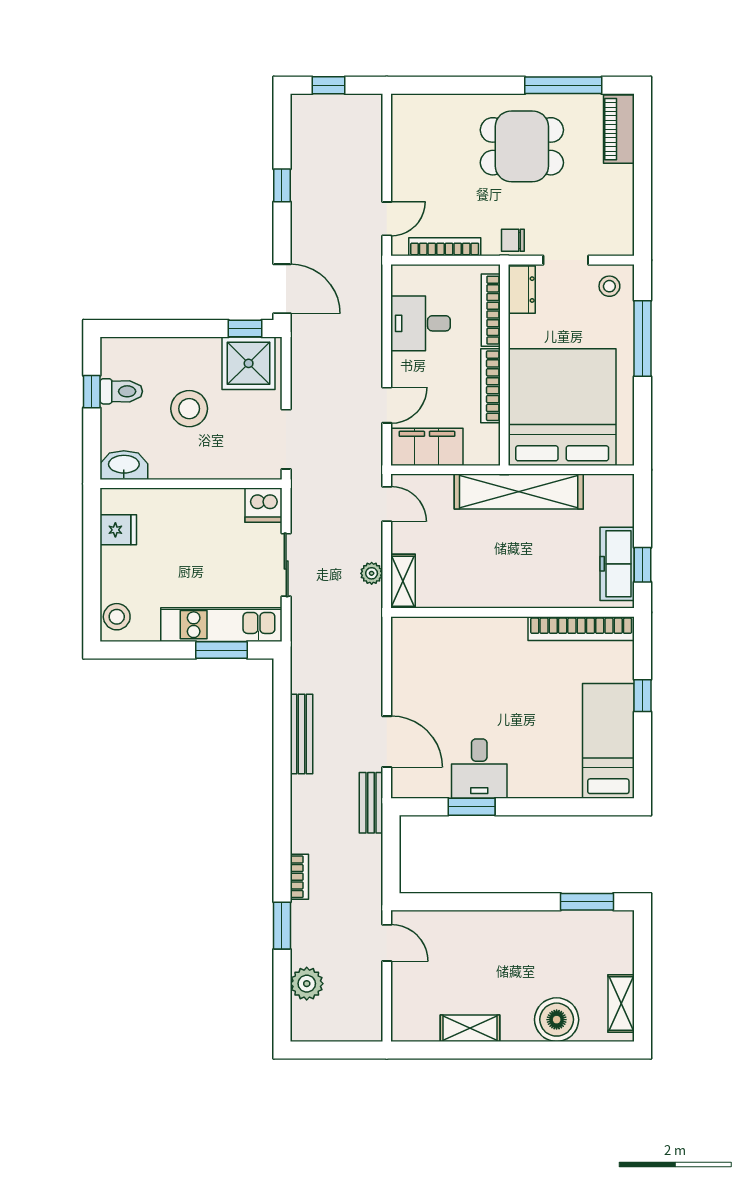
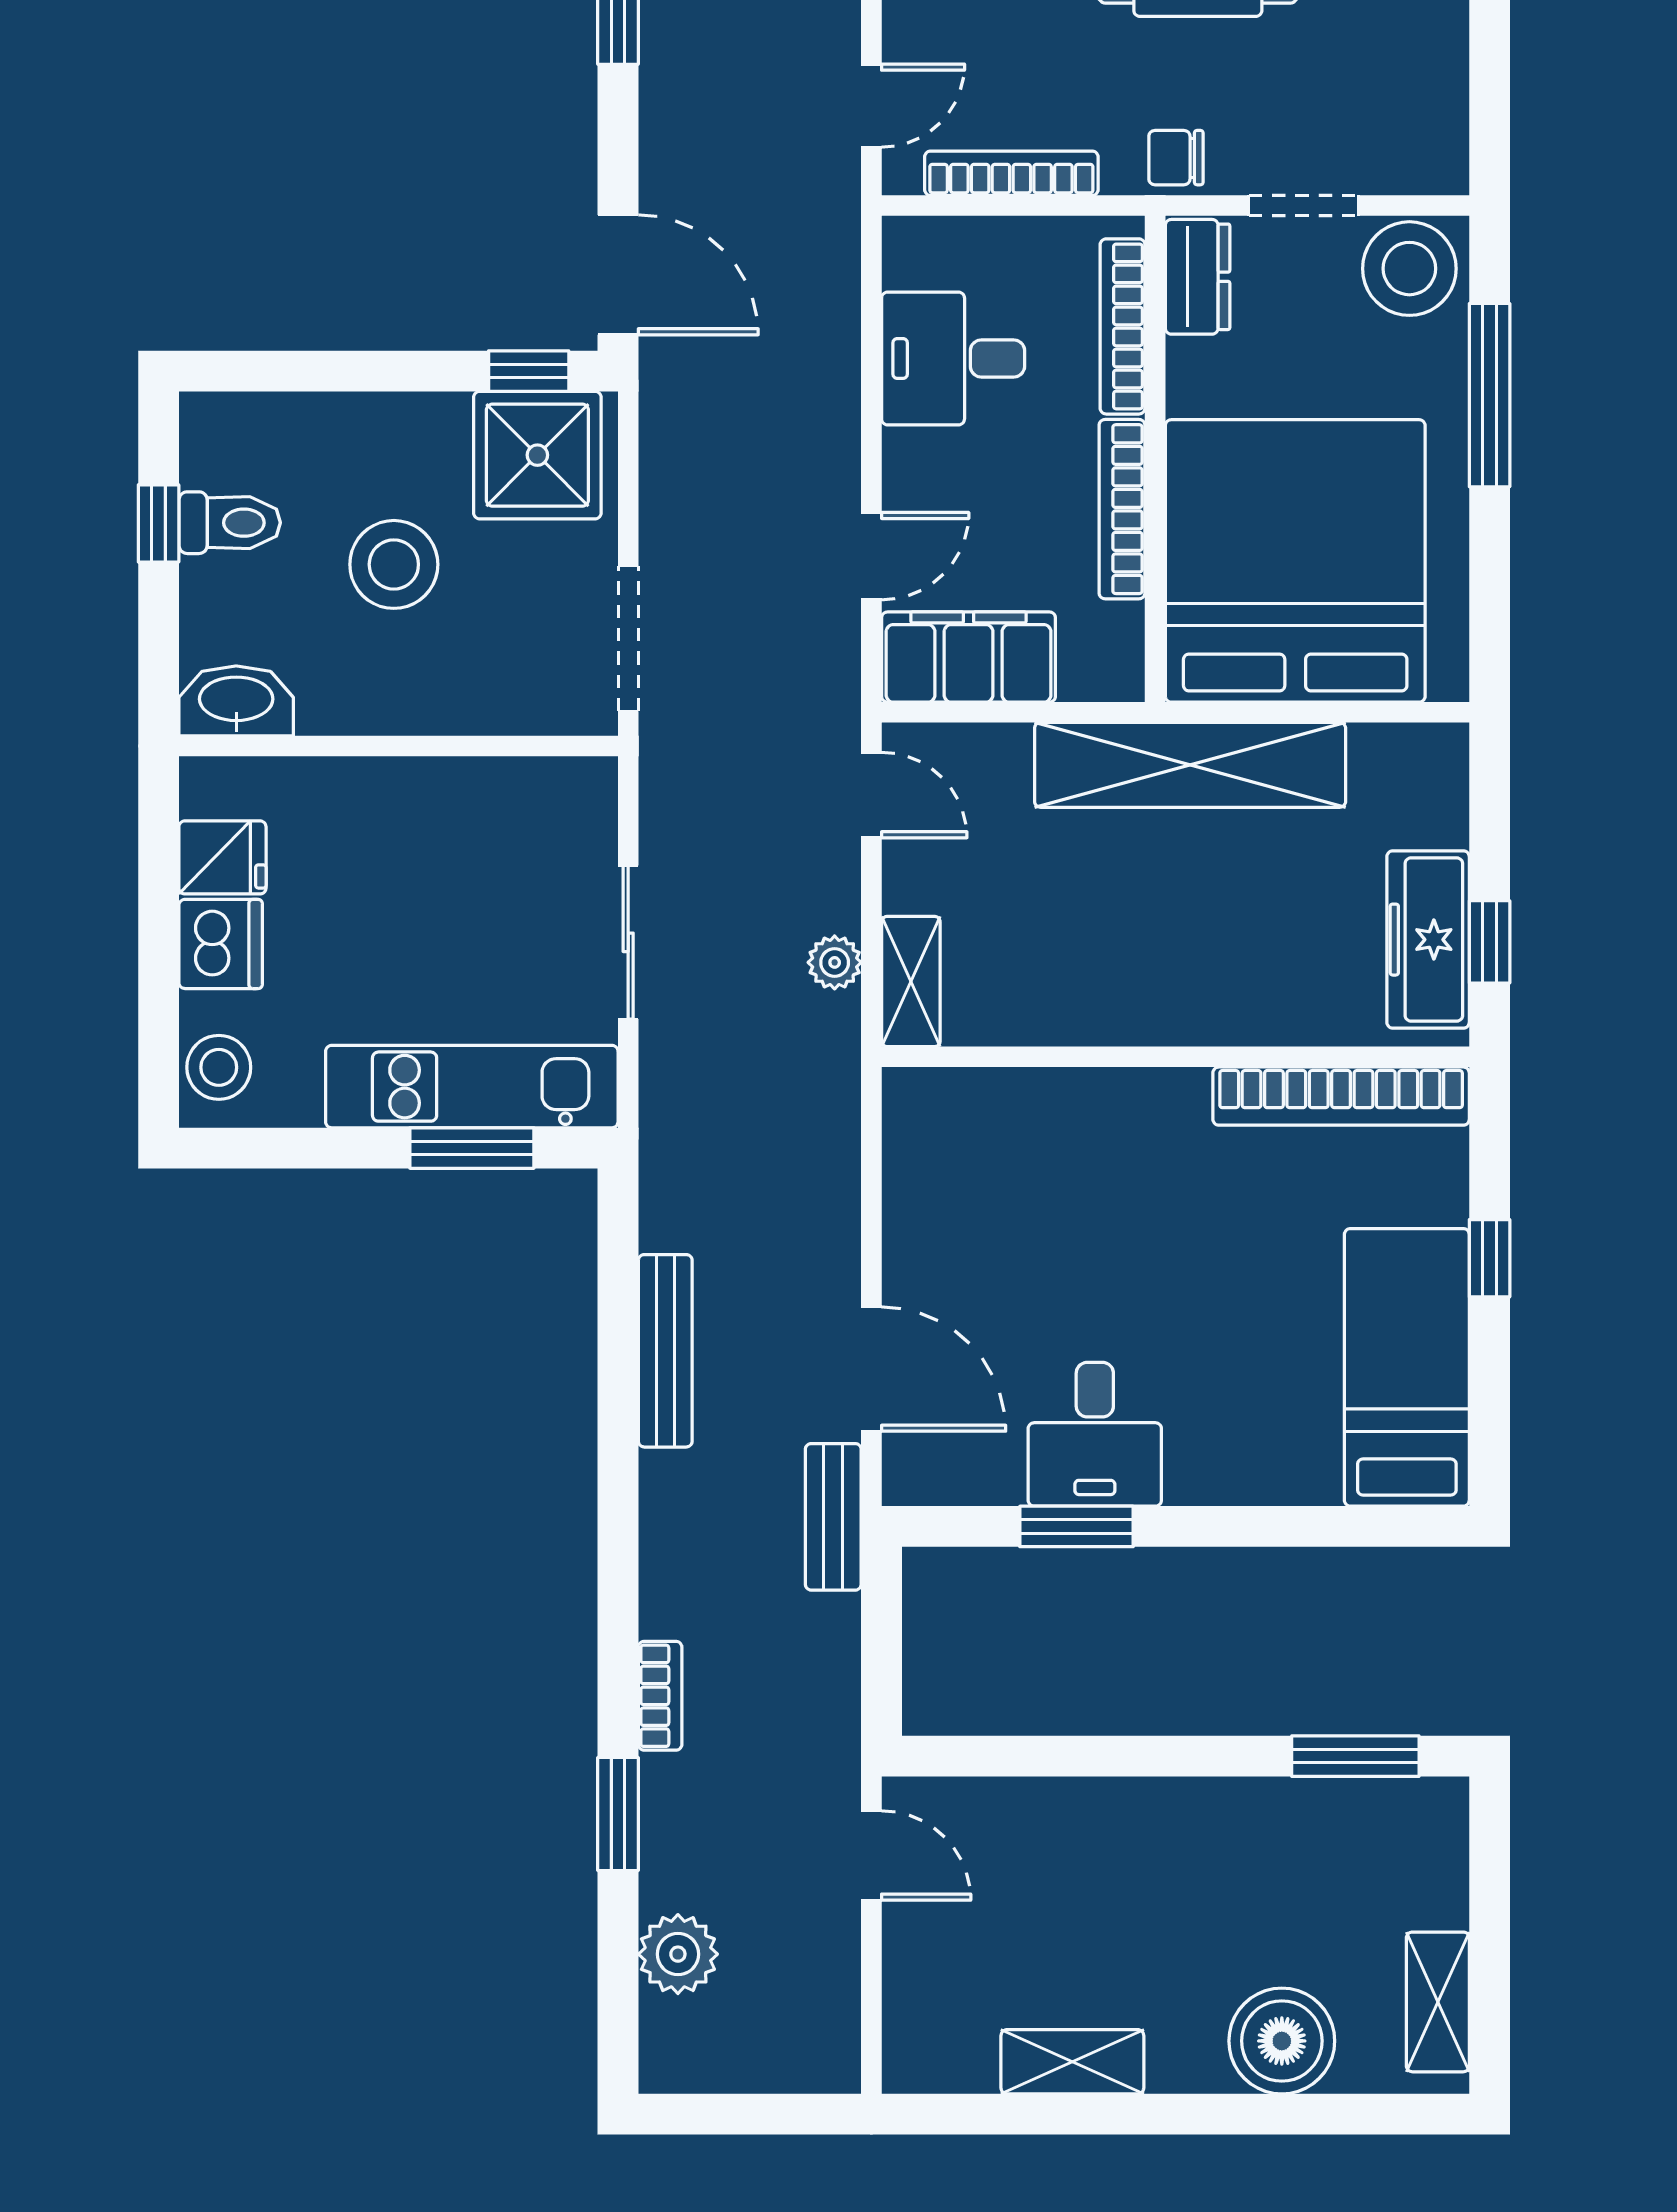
stool: (609, 286) -> (1409, 269), width x1.89, depth x1.89
dishwasher: (263, 505) -> (221, 944), moved, turned -90

